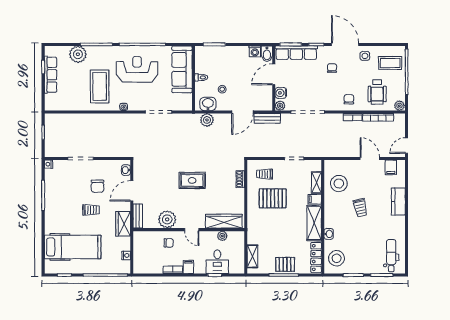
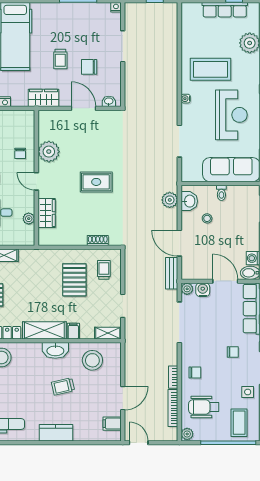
rug: (192, 180) -> (96, 182), turned 90
shelving: (316, 183) -> (108, 333), moved
kitchen counter: (398, 202) -> (56, 433), moved
bench: (138, 216) -> (53, 116), removed
wardrobe: (224, 221) -> (47, 213), width x0.67
door: (192, 230) -> (36, 181), hinge flipped
washbasin: (329, 234) -> (55, 350), moved, width x1.91, depth x1.45

